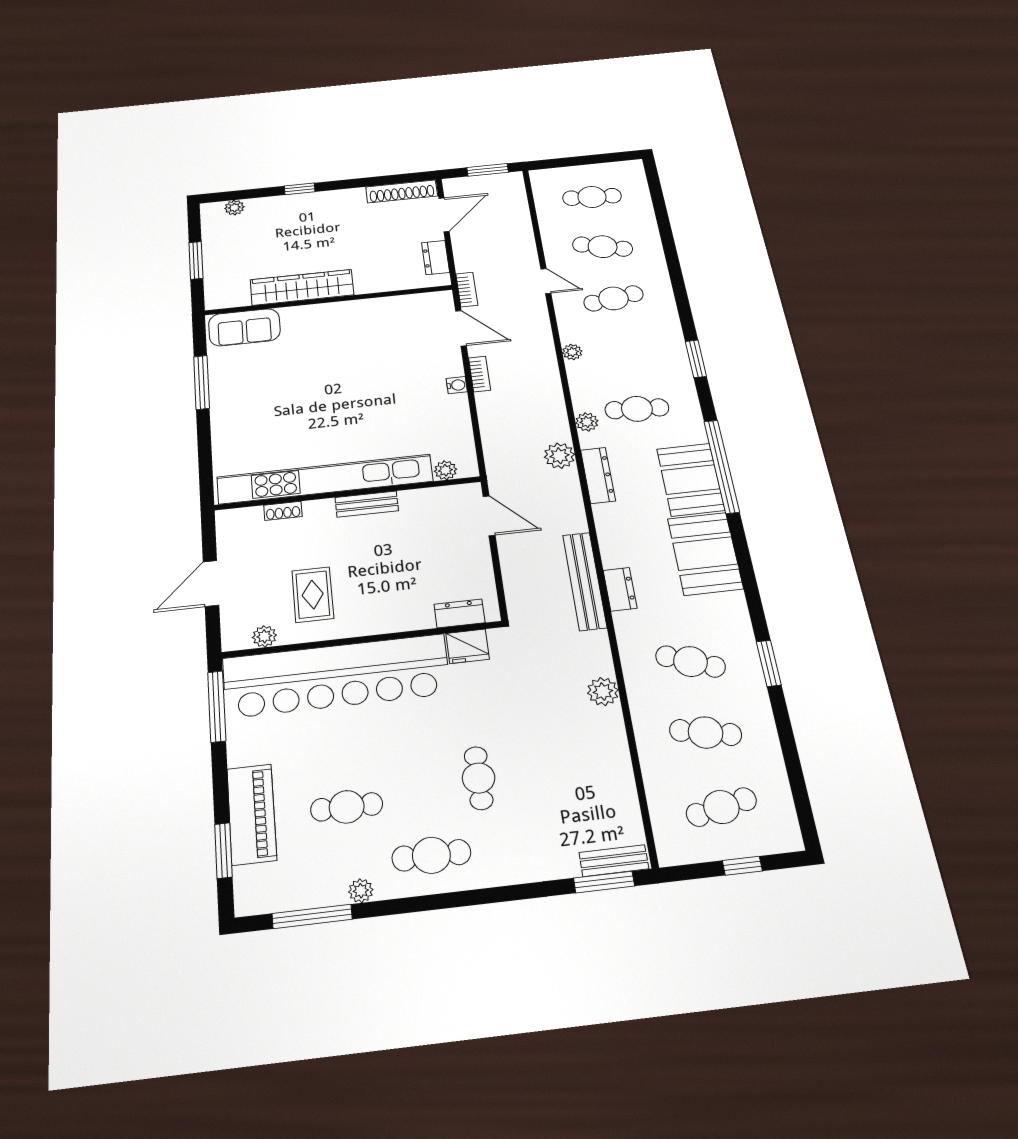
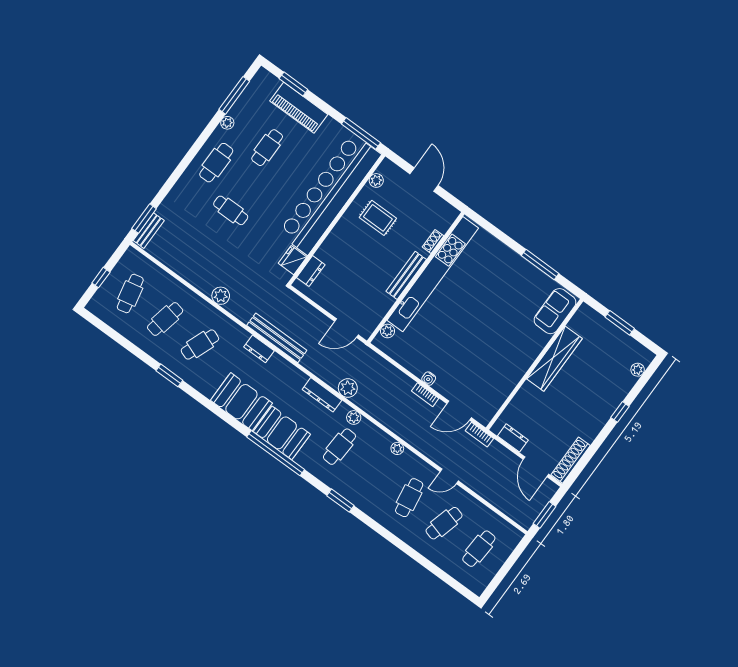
bench: (367, 504) -> (406, 275), width x1.36

